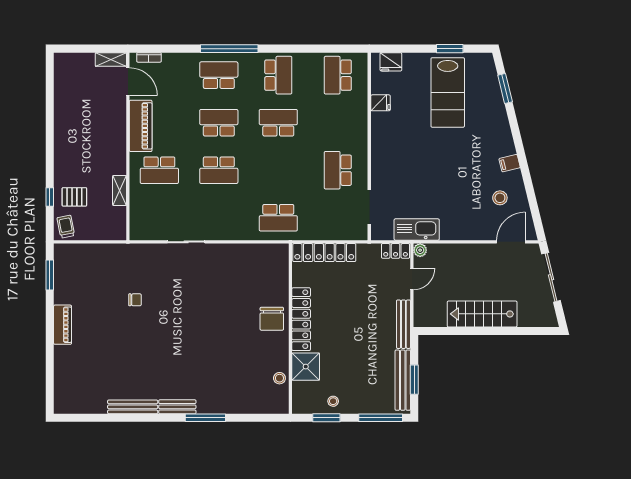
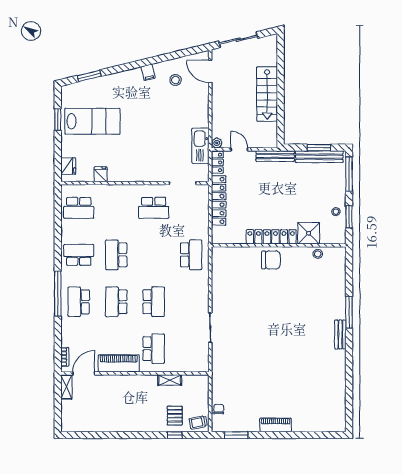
locker: (324, 253) -> (219, 200), moved
chair: (135, 300) -> (219, 409), moved
bench: (133, 407) -> (340, 370), removed

